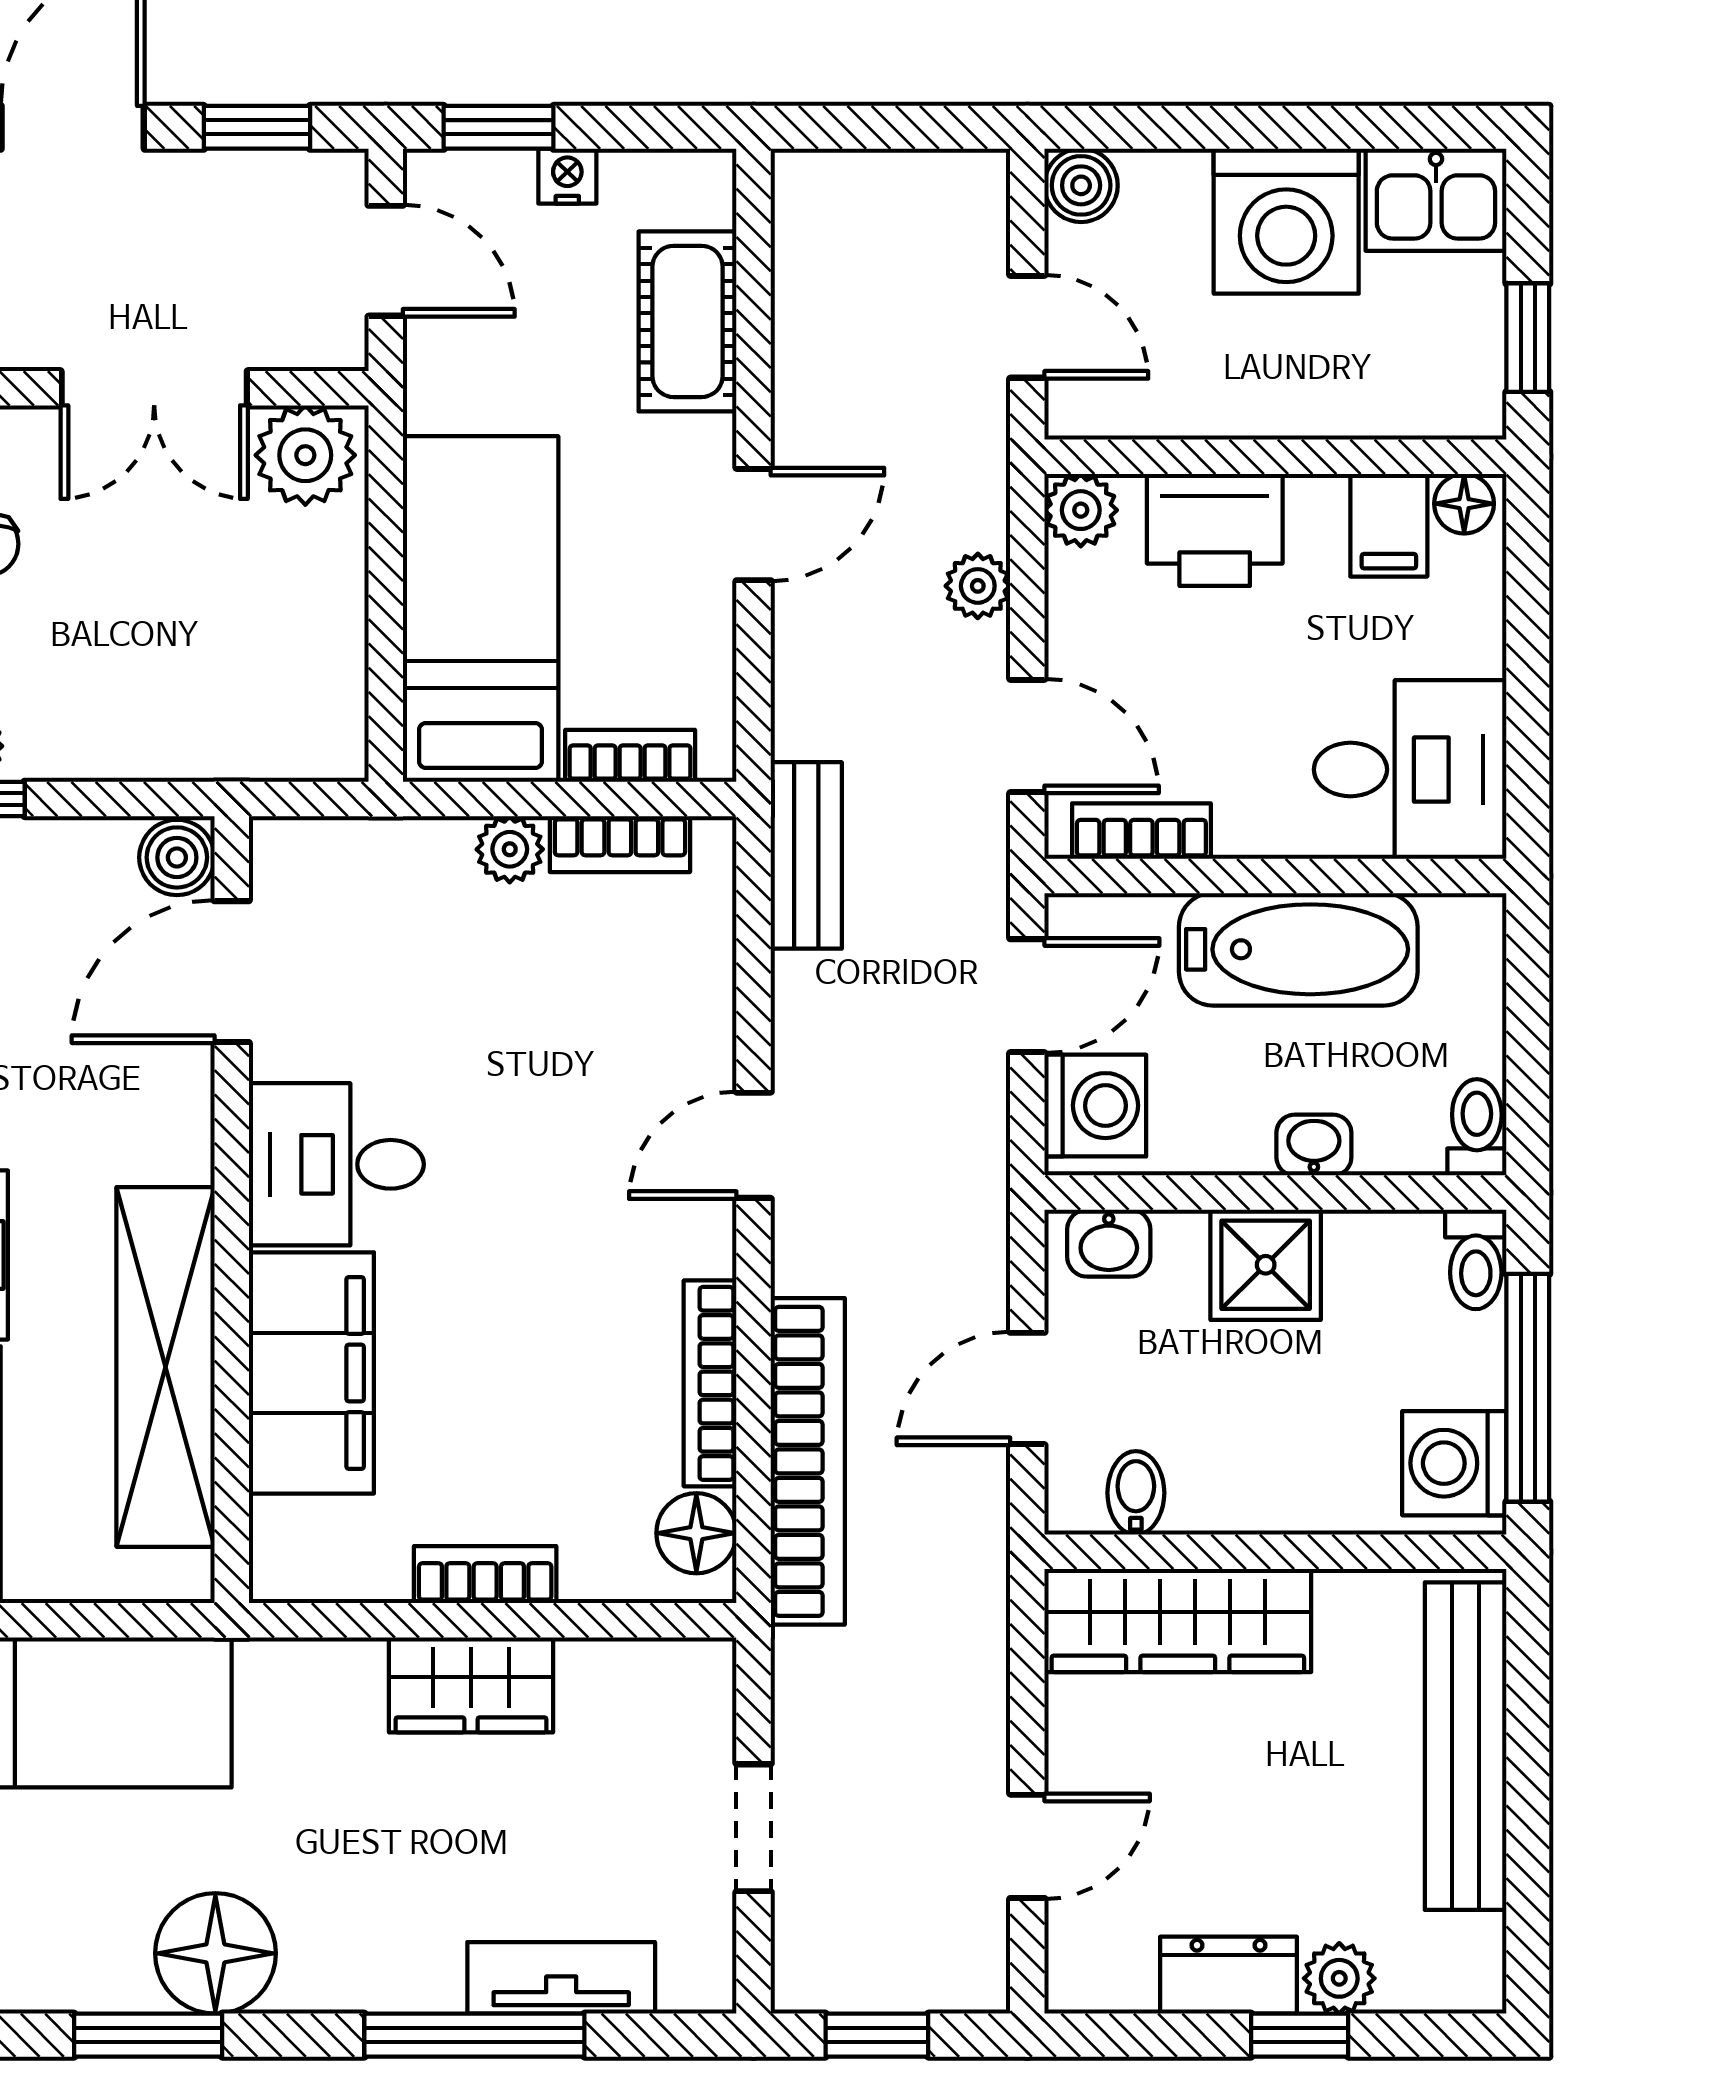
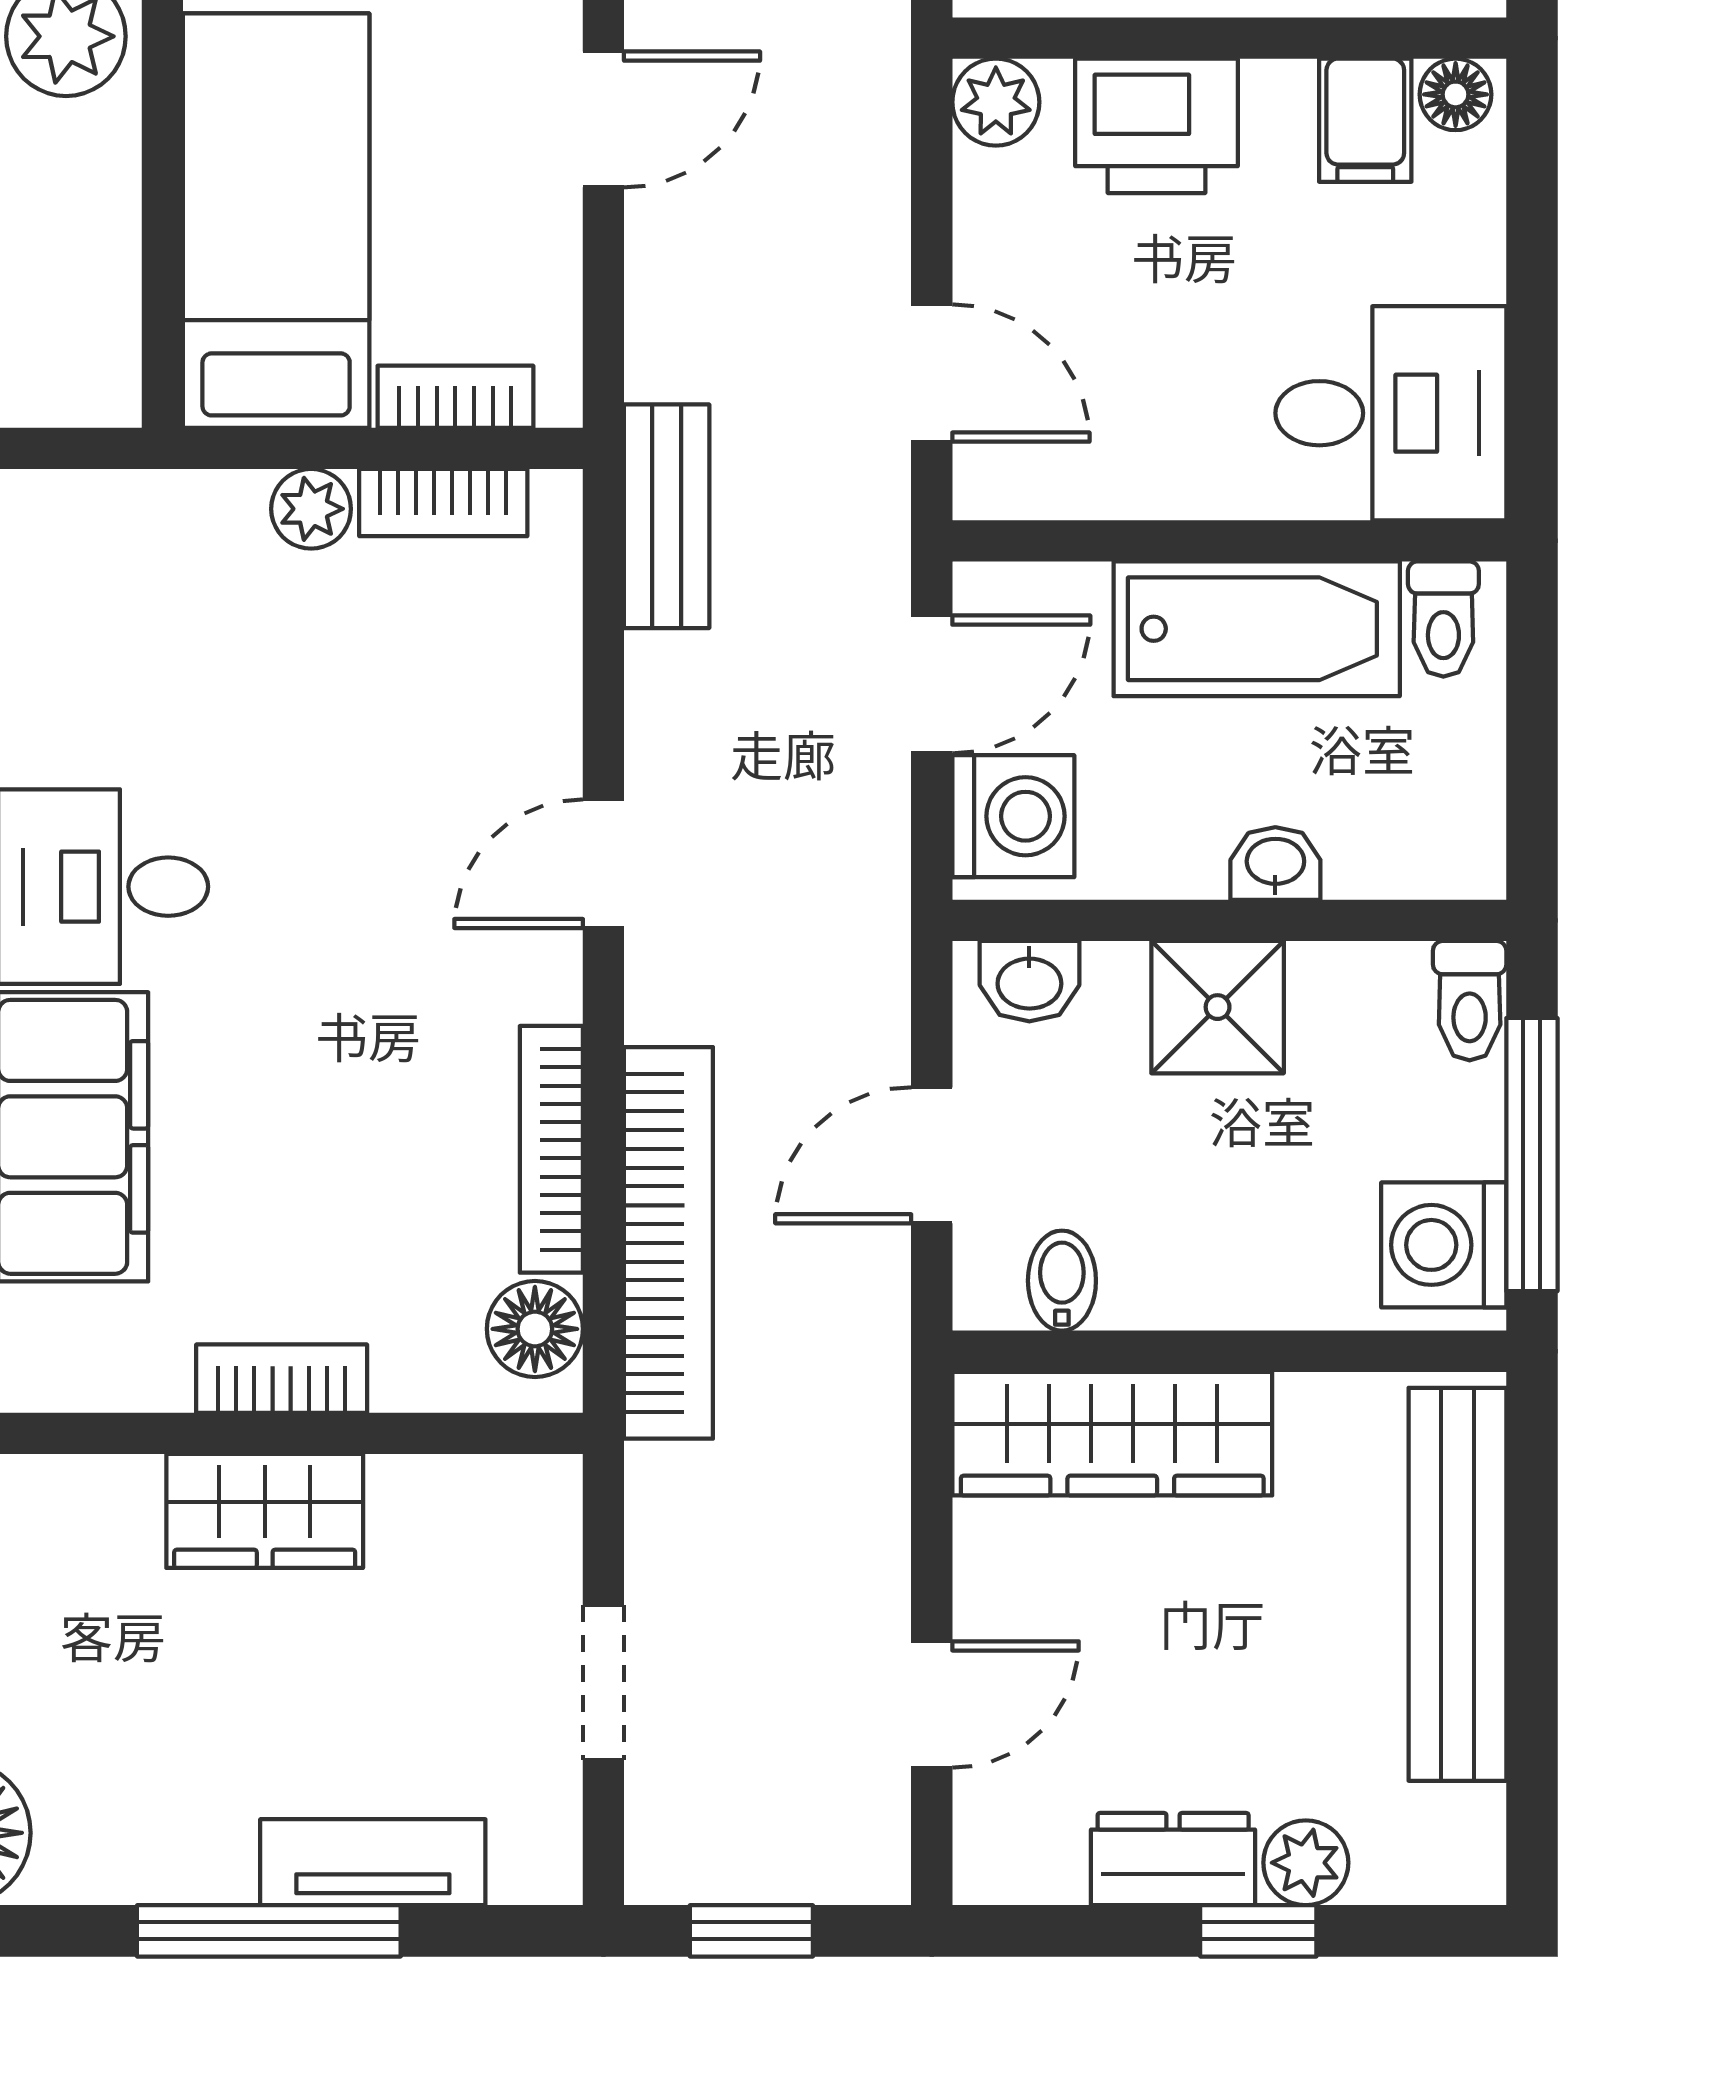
plant: (978, 586) -> (872, 193), removed
bookcase: (1141, 831) -> (1069, 487), removed
toilet: (1477, 1127) -> (1443, 619), moved, turned 180

